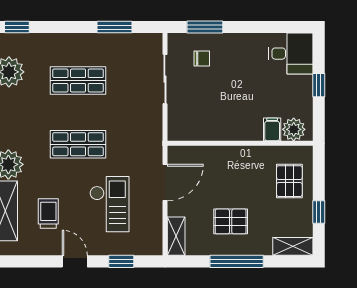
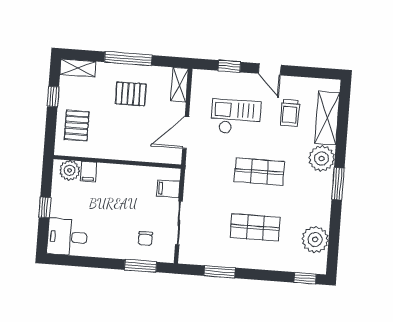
chair: (202, 58) -> (145, 239), turned -90
filing cabinet: (180, 117) -> (168, 189), added
checkout: (109, 204) -> (236, 117), turned 90

